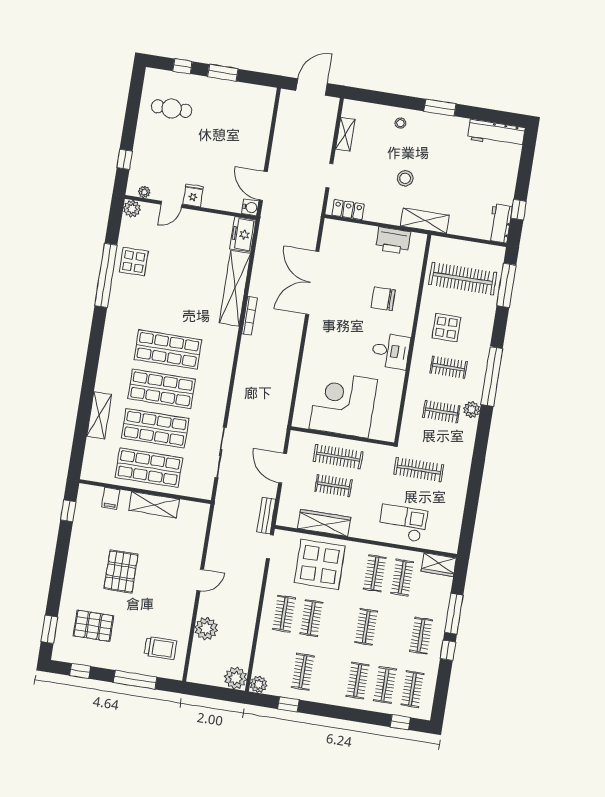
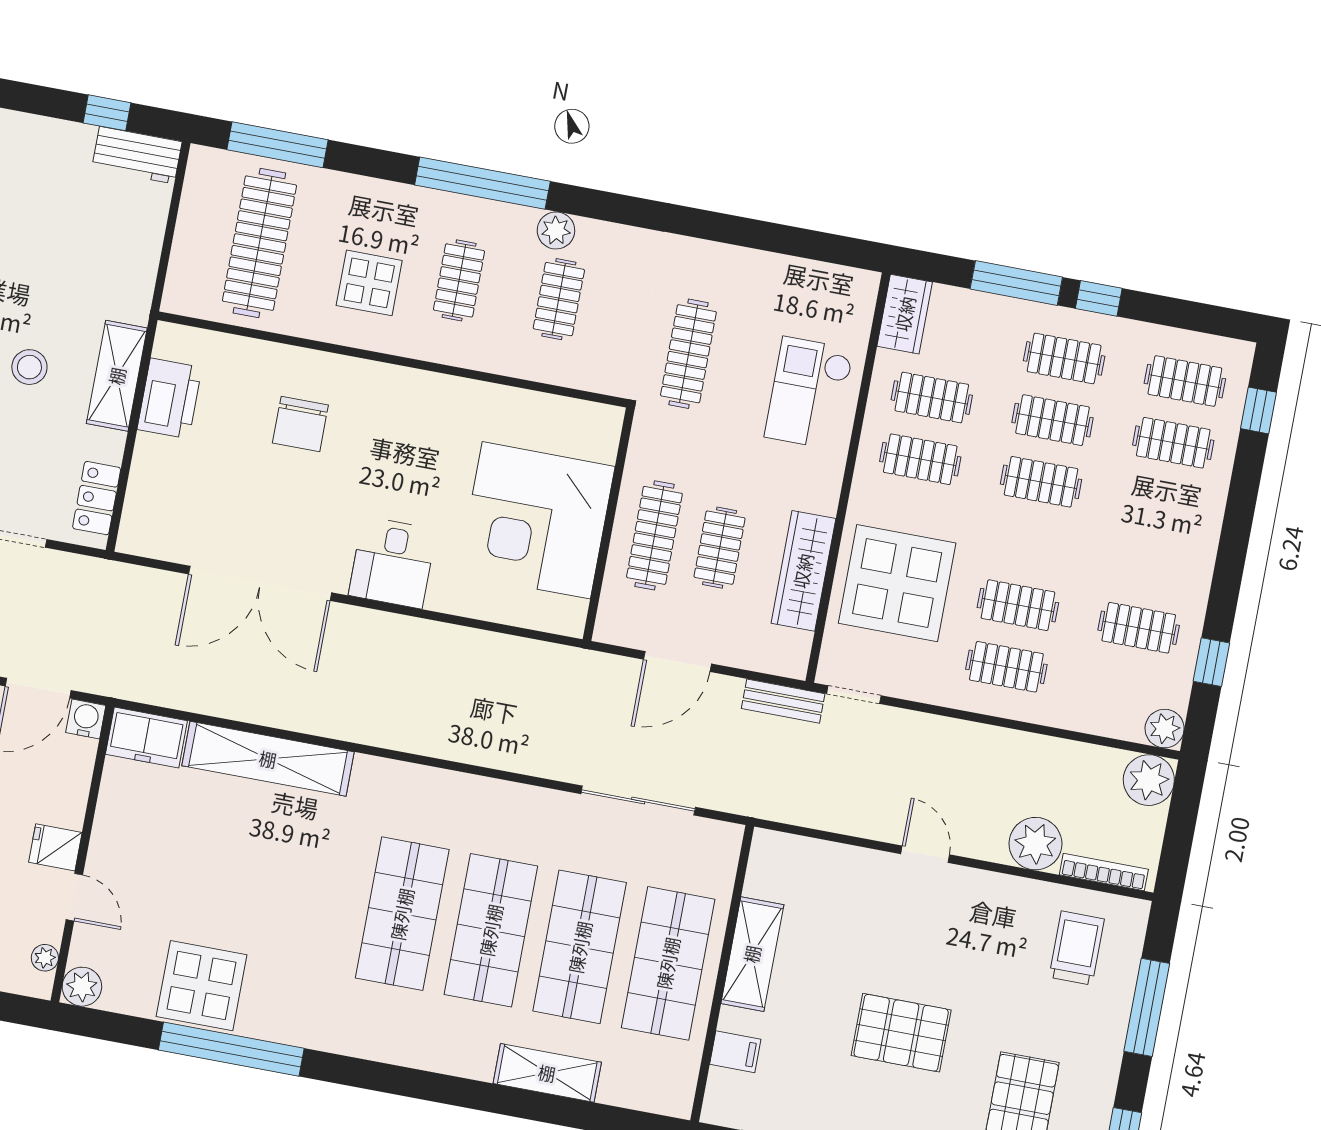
shelving: (425, 221) -> (117, 376), moved
display table: (134, 262) -> (202, 986), width x1.36, depth x1.36
bookcase: (249, 316) -> (1104, 872), moved
desk: (391, 351) -> (392, 563), moved, turned 180
clothes rail: (358, 681) -> (1053, 420), moved

